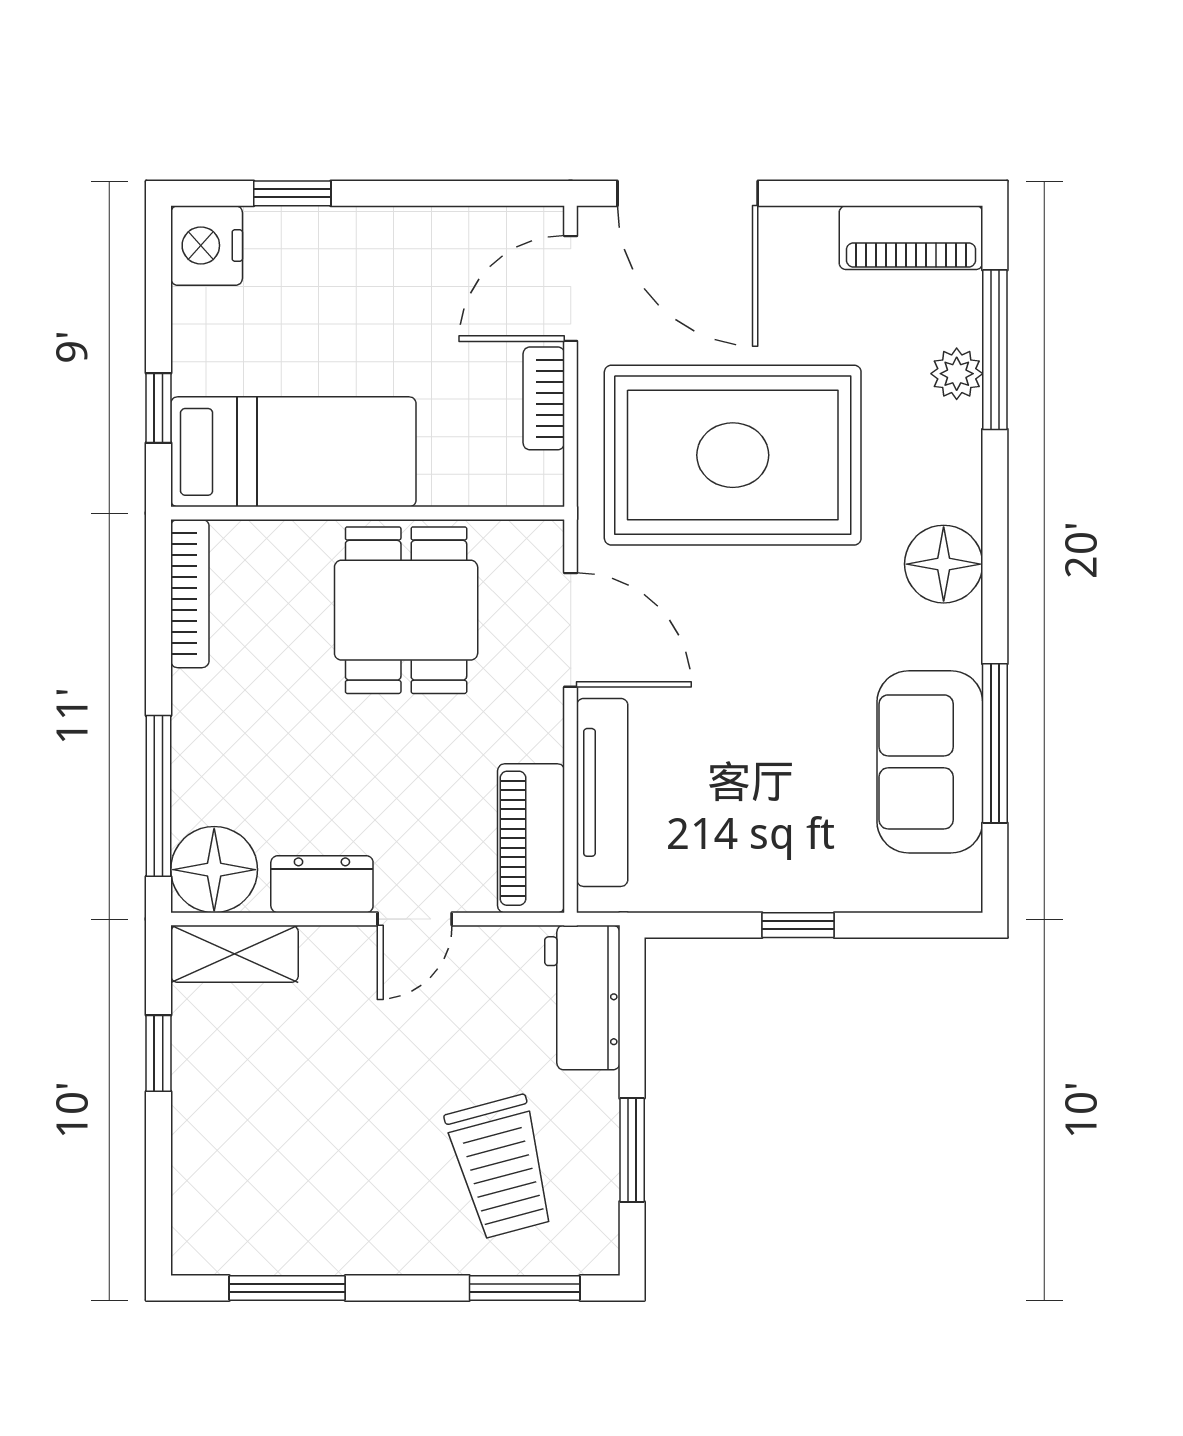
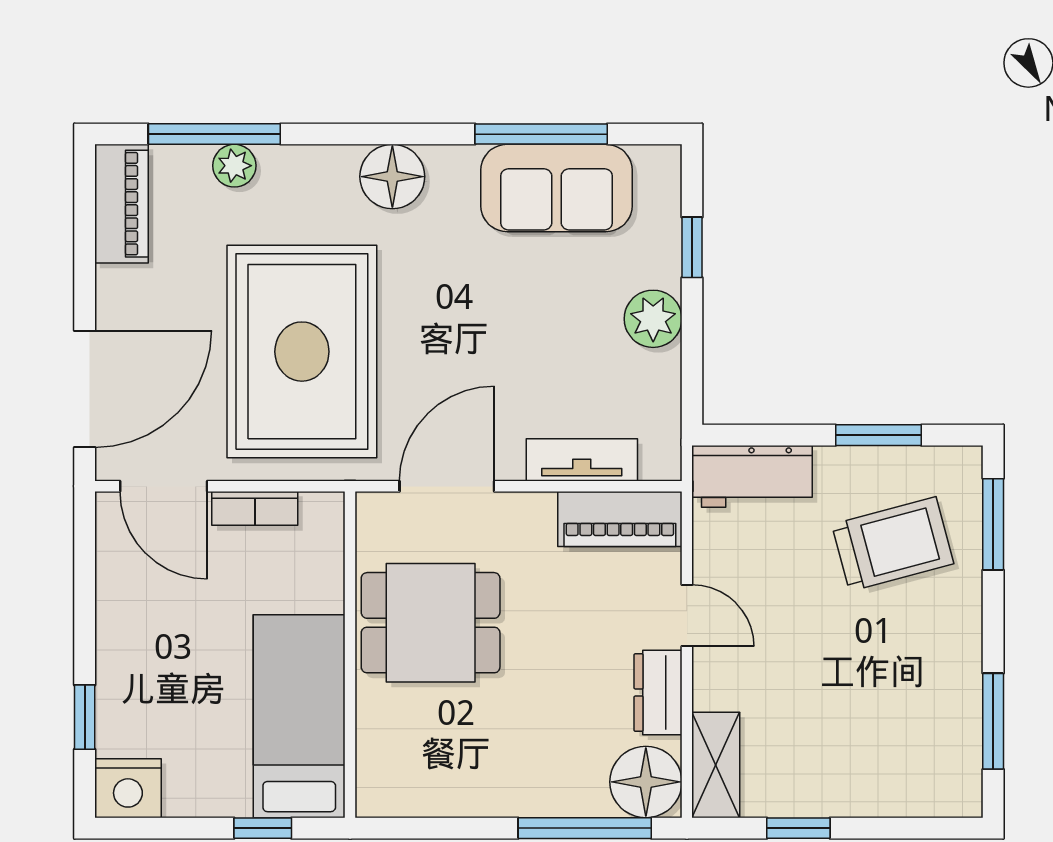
bookcase: (190, 594) -> (417, 802), removed
tv unit: (602, 792) -> (582, 460), width x0.71
plant: (772, 878) -> (653, 319), added
window: (798, 925) -> (692, 247), moved

